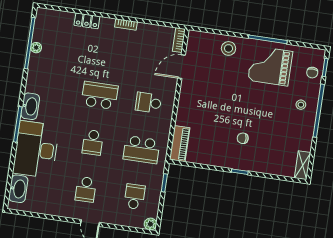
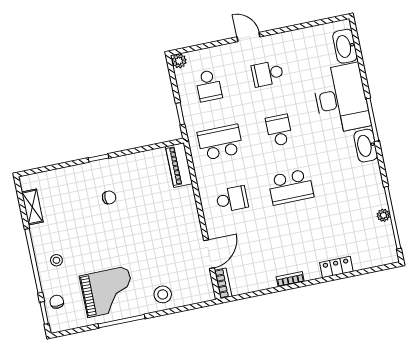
shelving: (303, 165) -> (32, 207), moved
school desk: (86, 189) -> (267, 74), turned -90

